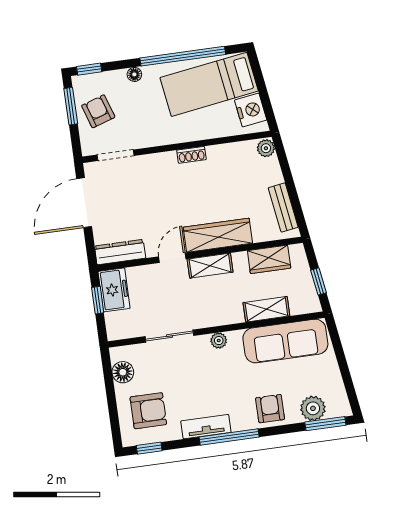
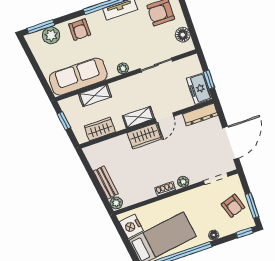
plant: (163, 160) -> (183, 182), added
bench: (283, 208) -> (106, 182), moved
wardrobe: (218, 235) -> (144, 136), width x0.67

